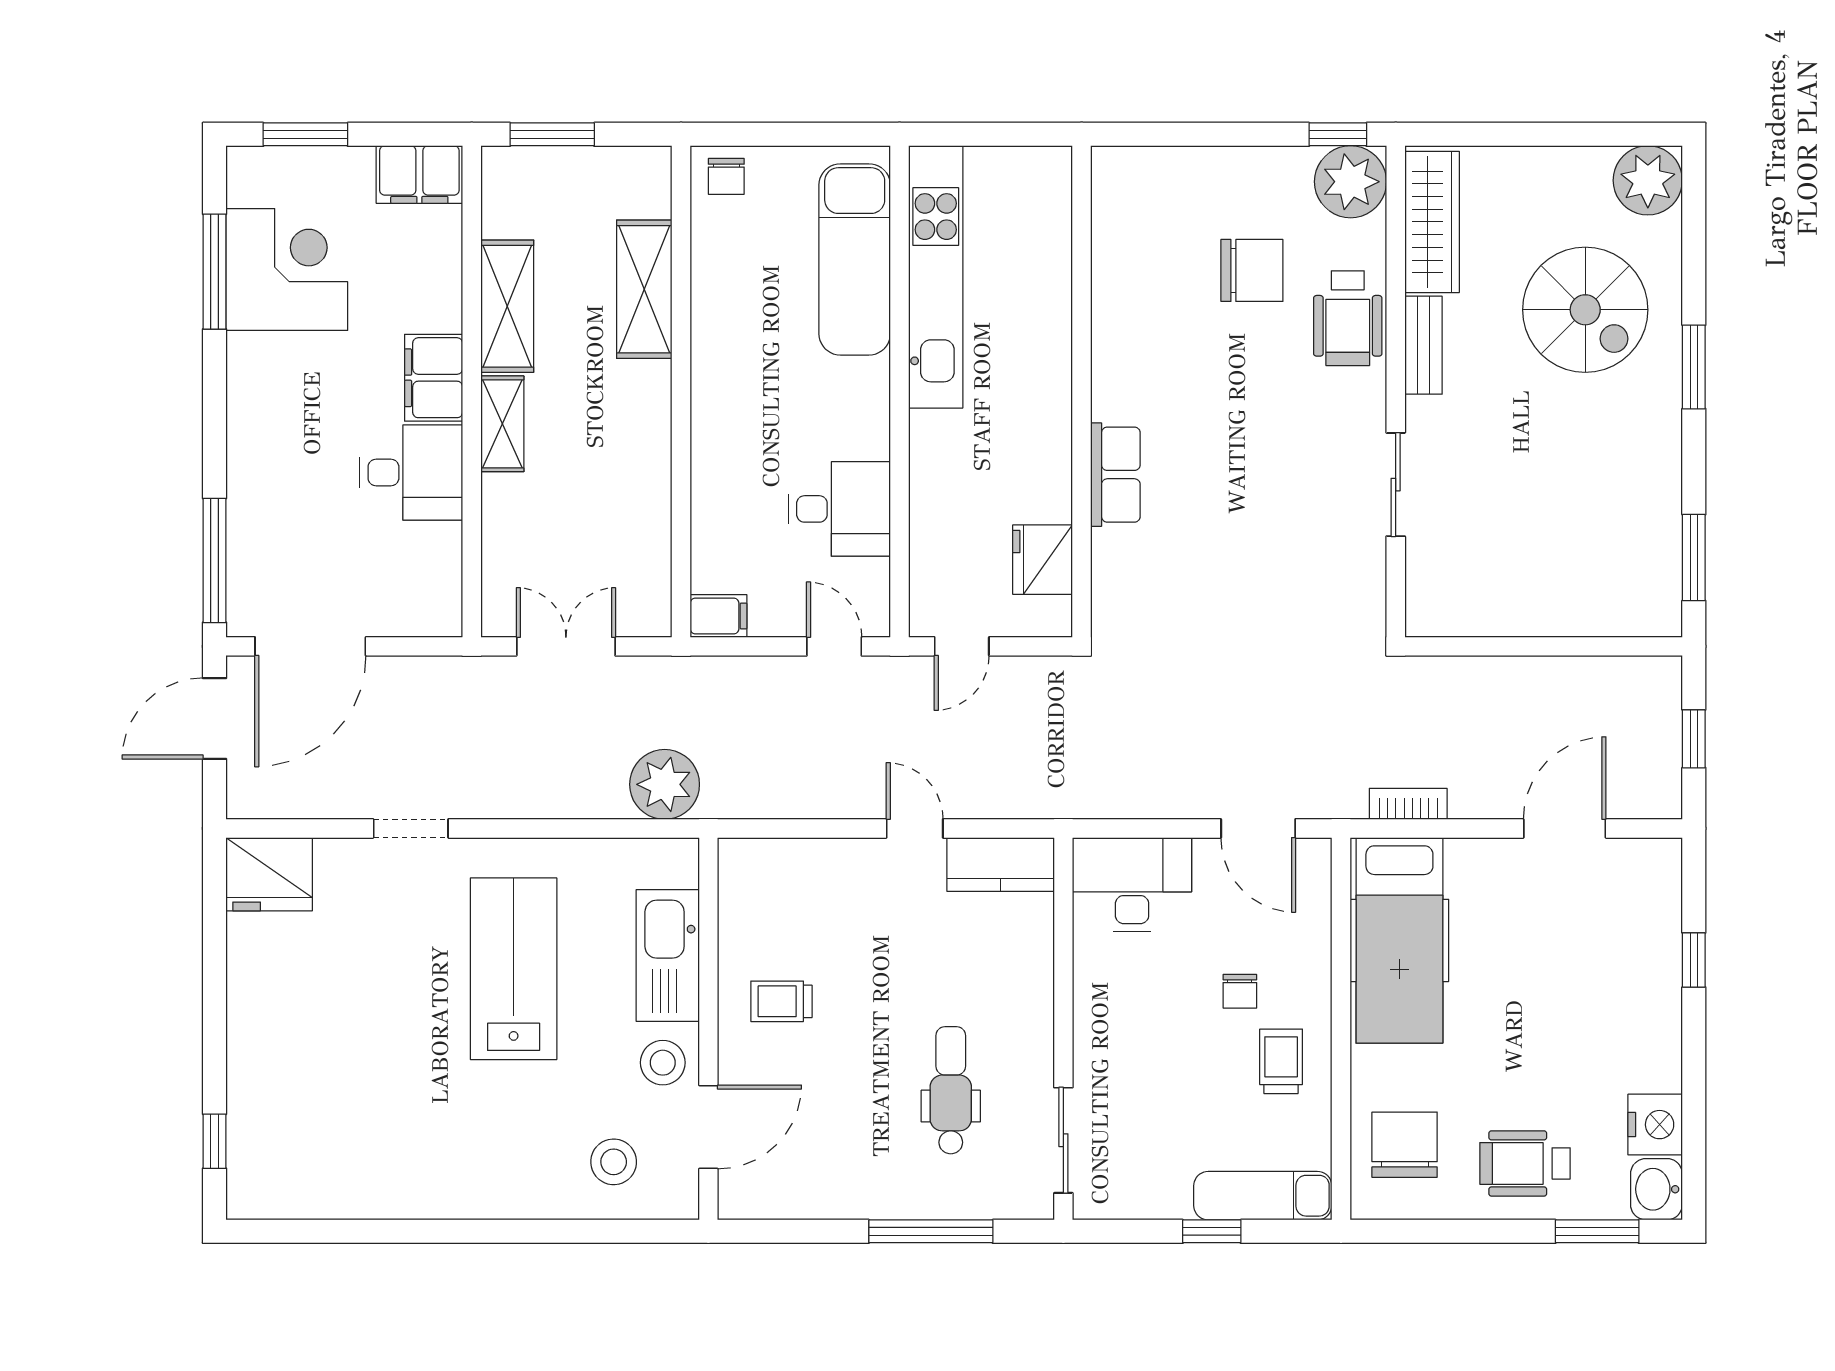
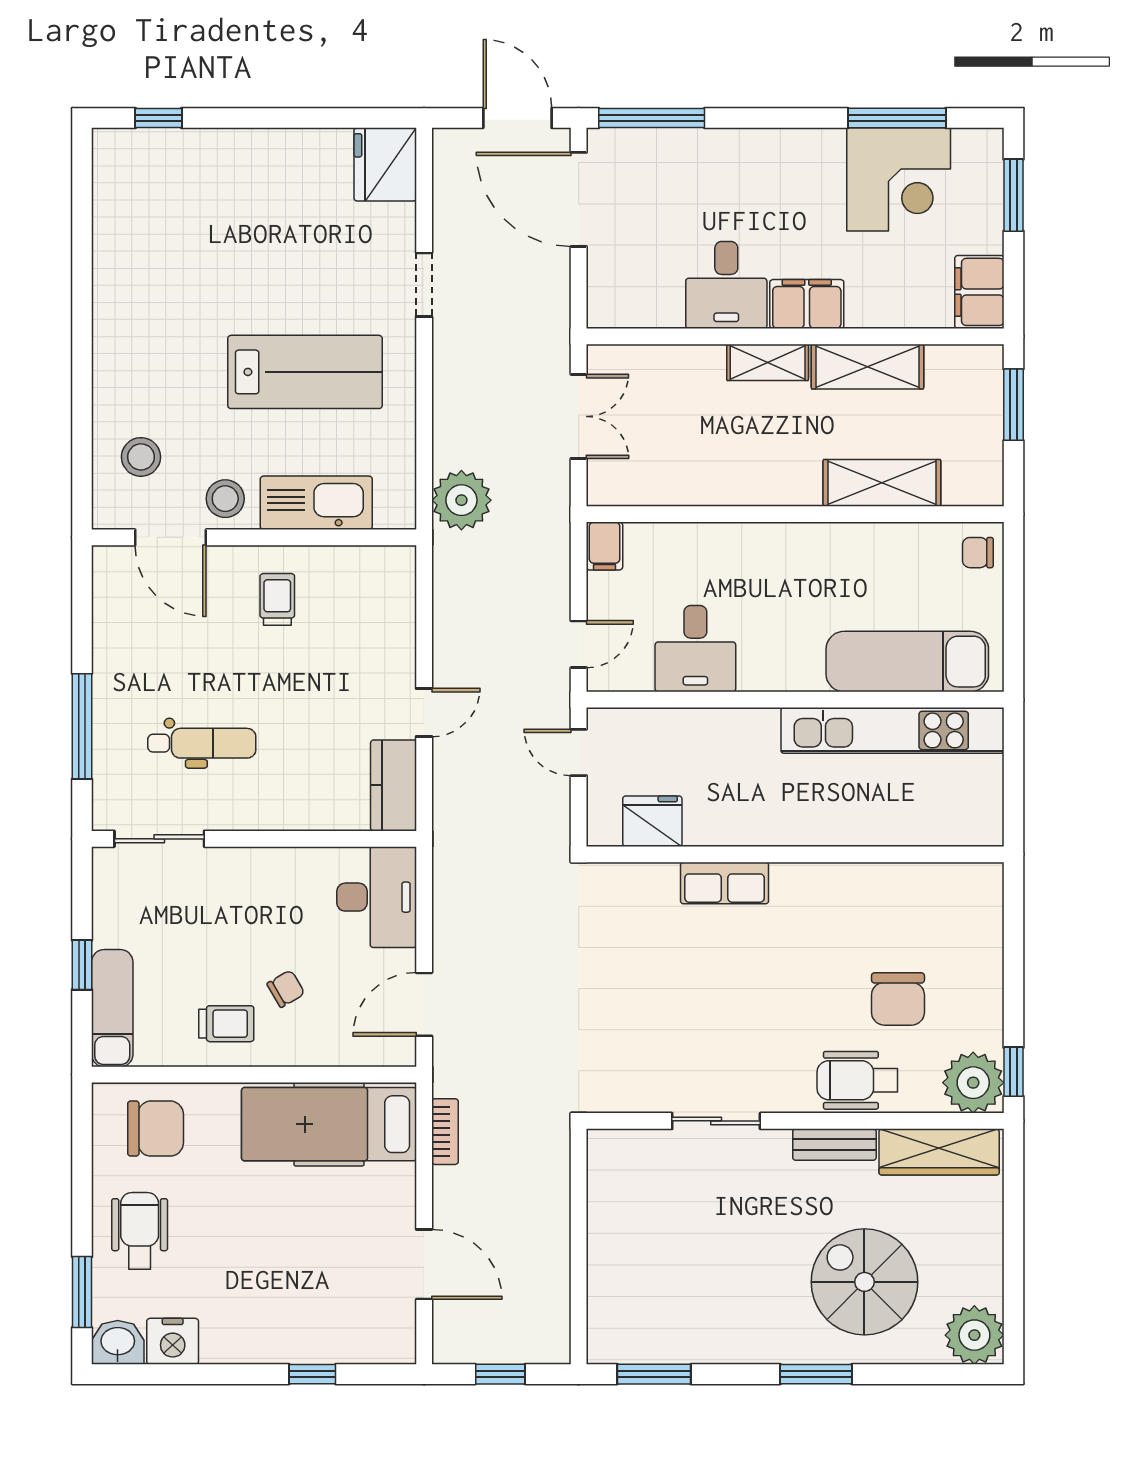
spiral stairs: (1585, 310) -> (864, 1282), turned 90
chair: (1240, 991) -> (286, 989), turned 150

